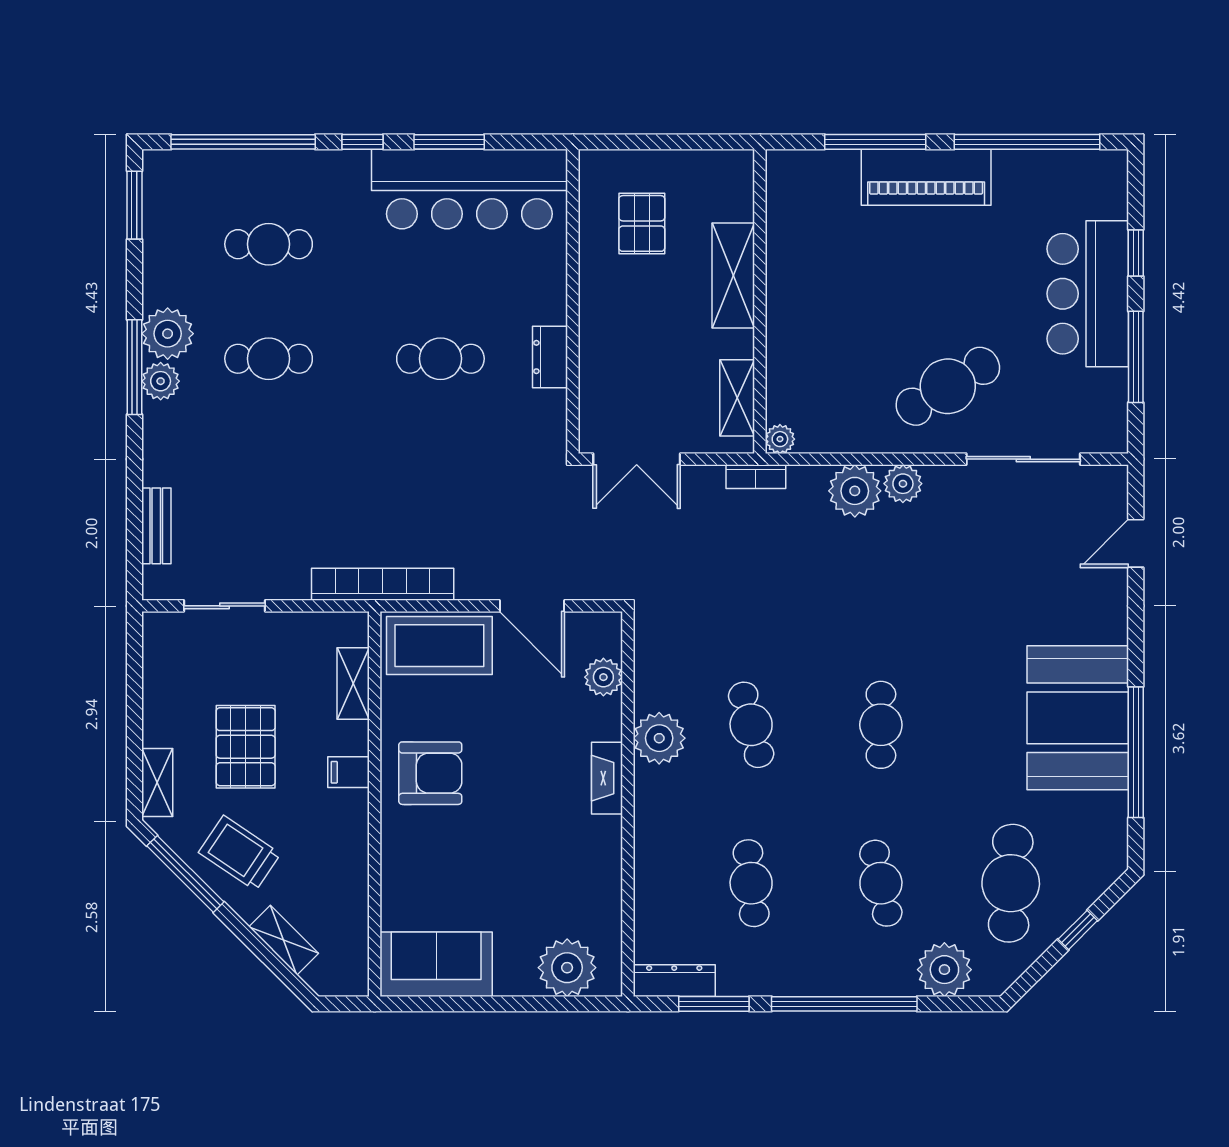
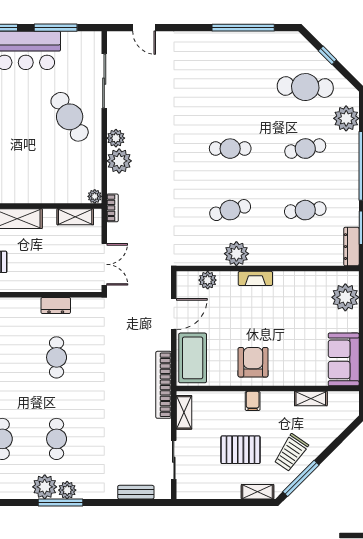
shelving: (353, 684) -> (184, 412), moved, turned 90
booth: (1078, 718) -> (227, 55), removed
shelving: (284, 940) -> (311, 398), moved, turned 45

